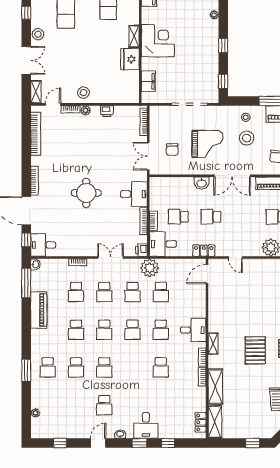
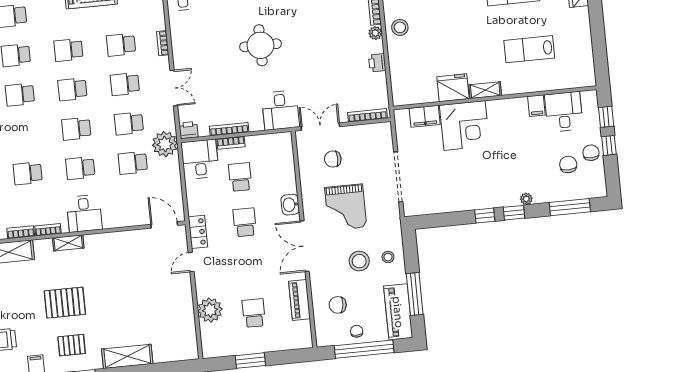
corner desk: (158, 41) -> (464, 126), moved
window: (223, 81) -> (514, 213), moved
desk: (134, 194) -> (280, 110), moved
locker: (204, 251) -> (198, 232), moved

